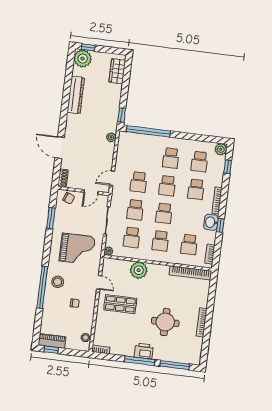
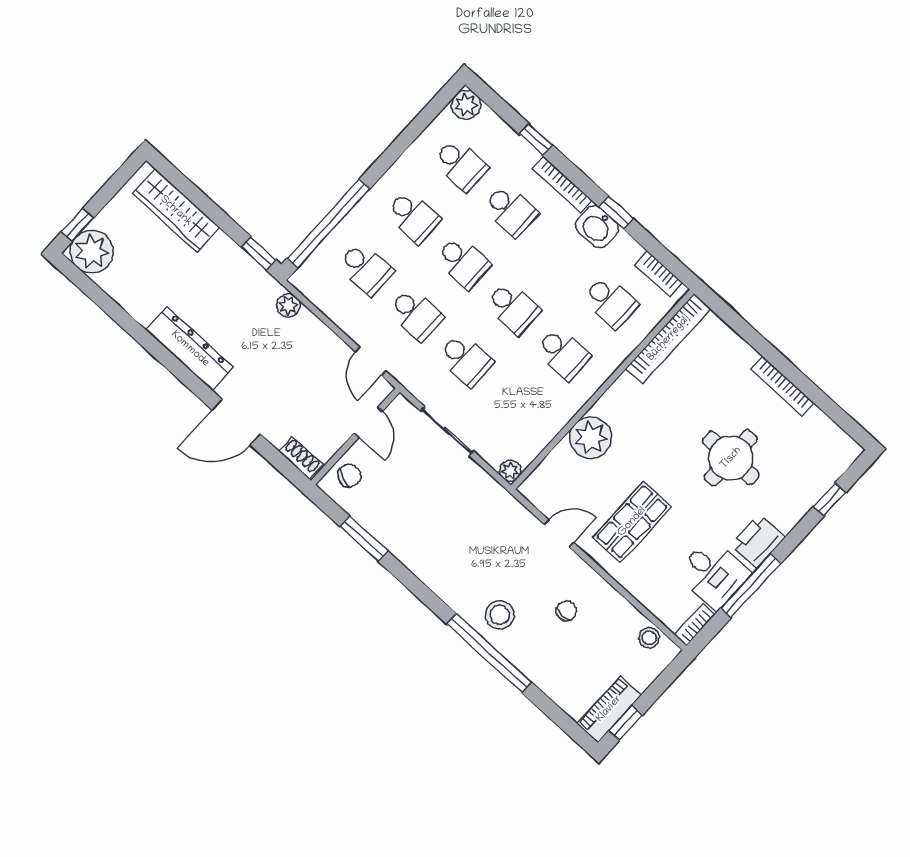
wardrobe: (117, 71) -> (176, 211), width x1.50
dresser: (76, 95) -> (190, 349), moved
window: (228, 167) -> (536, 139), moved
school desk: (132, 237) -> (366, 268), moved
grand piano: (77, 249) -> (462, 530), removed
desk: (122, 344) -> (713, 574), added
window: (140, 361) -> (751, 586), moved
window: (175, 365) -> (829, 500), width x0.46

